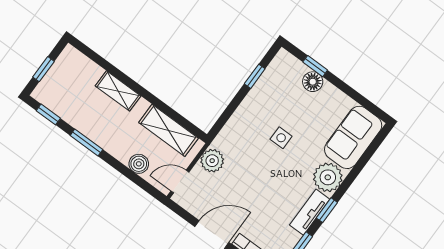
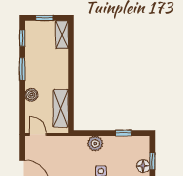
shelving: (118, 91) -> (62, 35), moved
plant: (212, 161) -> (95, 143), moved
boiler: (139, 164) -> (31, 95), moved

